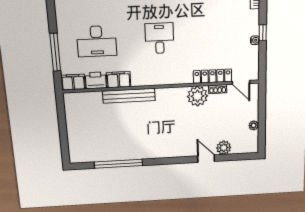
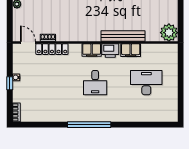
window: (55, 52) -> (181, 75), removed
printer: (96, 80) -> (110, 50), moved
filing cabinet: (73, 82) -> (92, 50), moved
plant: (197, 96) -> (169, 33), moved

